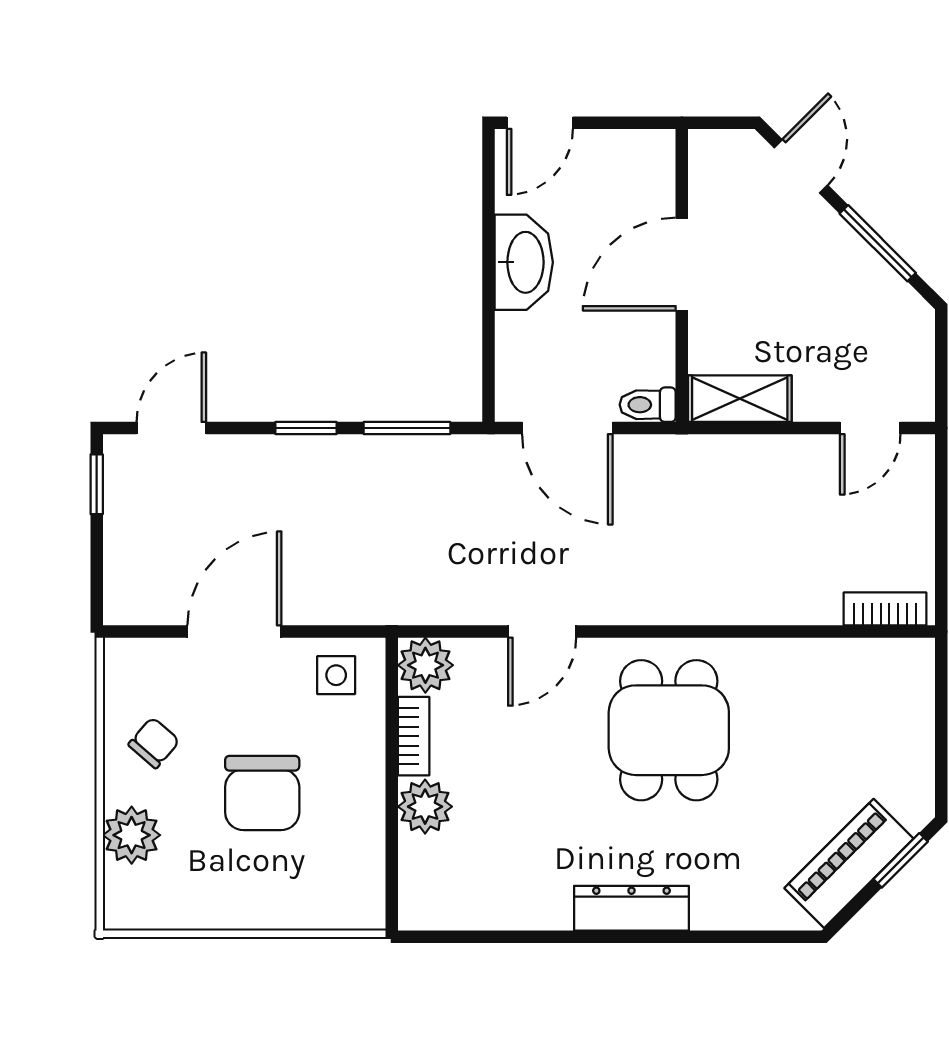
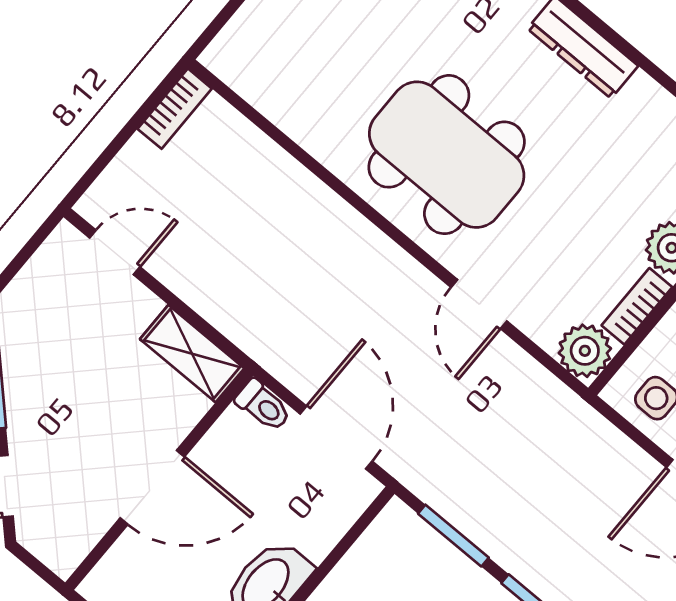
bookcase: (885, 609) -> (175, 109), moved, turned -90
door: (542, 632) -> (479, 304), swing flipped
dining table: (669, 730) -> (447, 155), width x1.37

